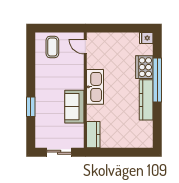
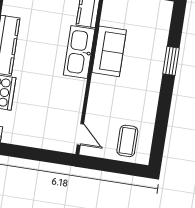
kitchen sink: (95, 87) -> (79, 52), moved

